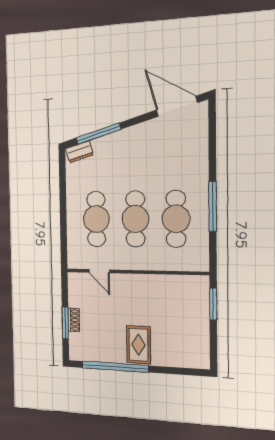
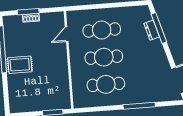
dresser: (79, 152) -> (152, 30), moved
window: (213, 206) -> (139, 106), moved

